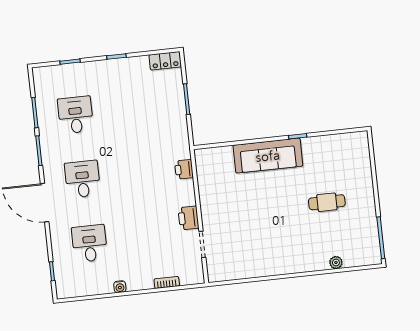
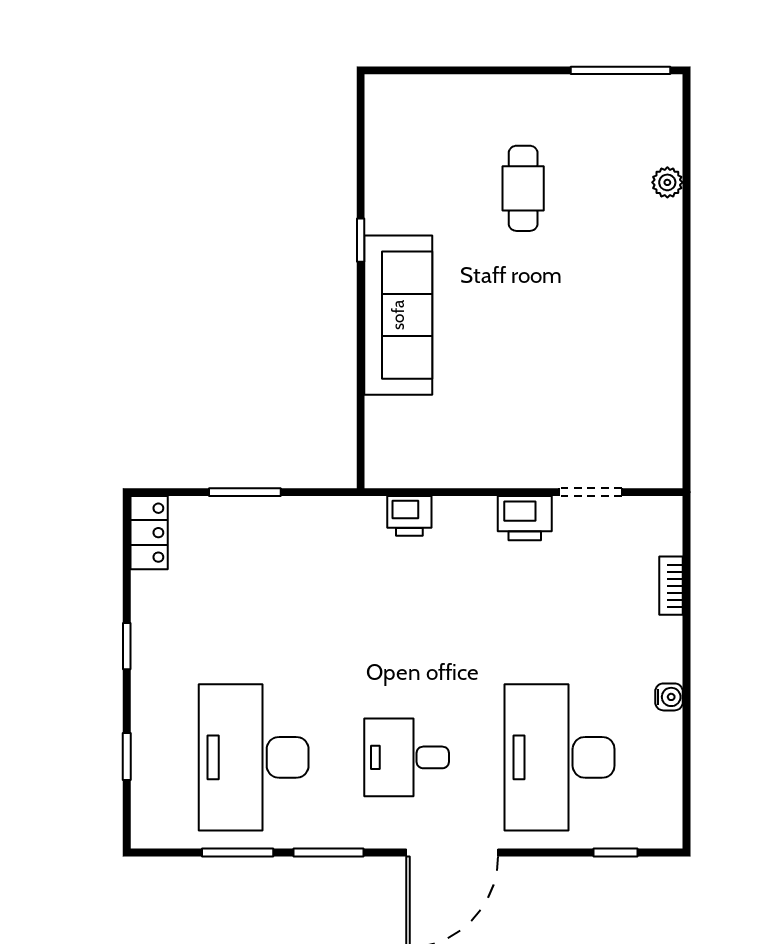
desk: (75, 115) -> (254, 757), width x1.87, depth x1.30
desk: (89, 243) -> (560, 757), width x1.87, depth x1.30

